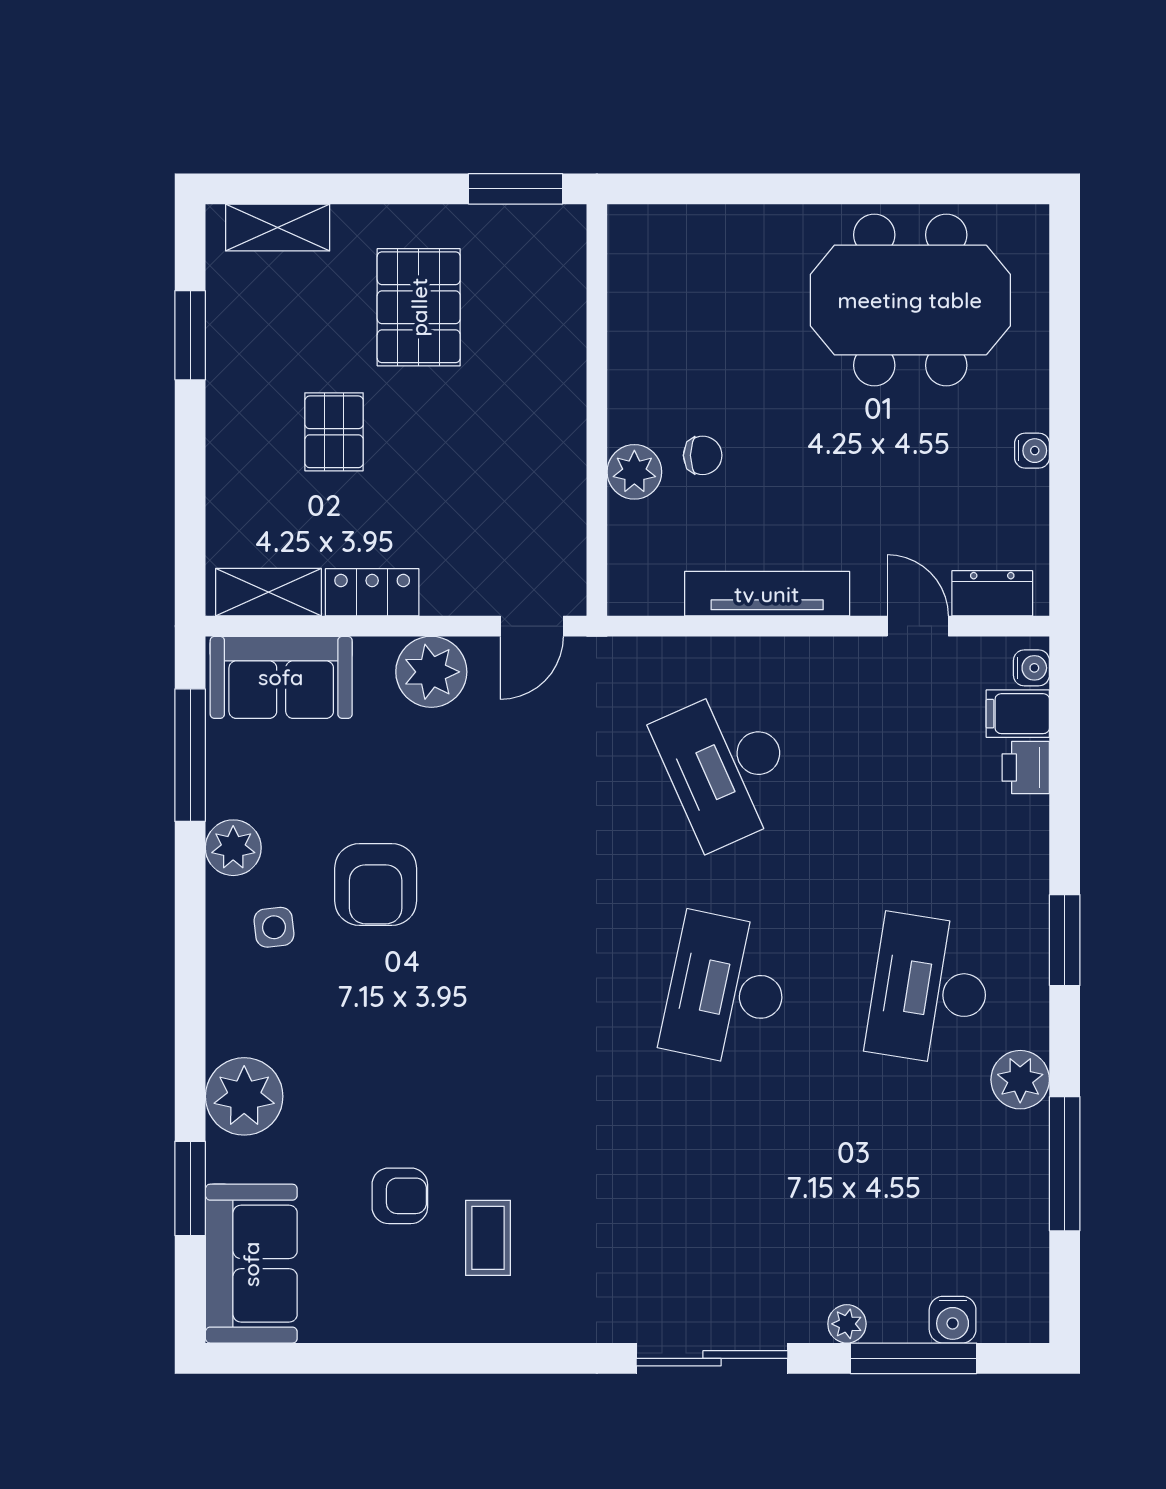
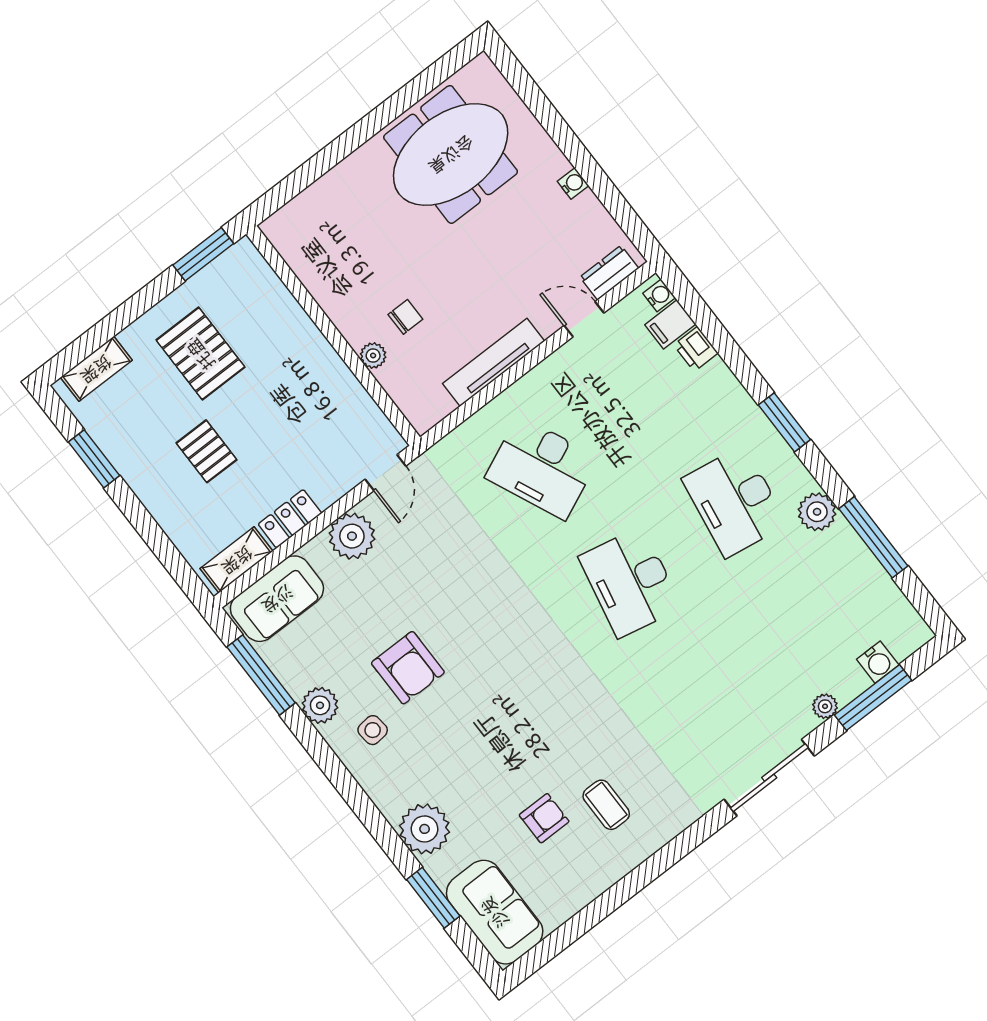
plant: (634, 472) -> (373, 356), width x0.73, depth x0.73

